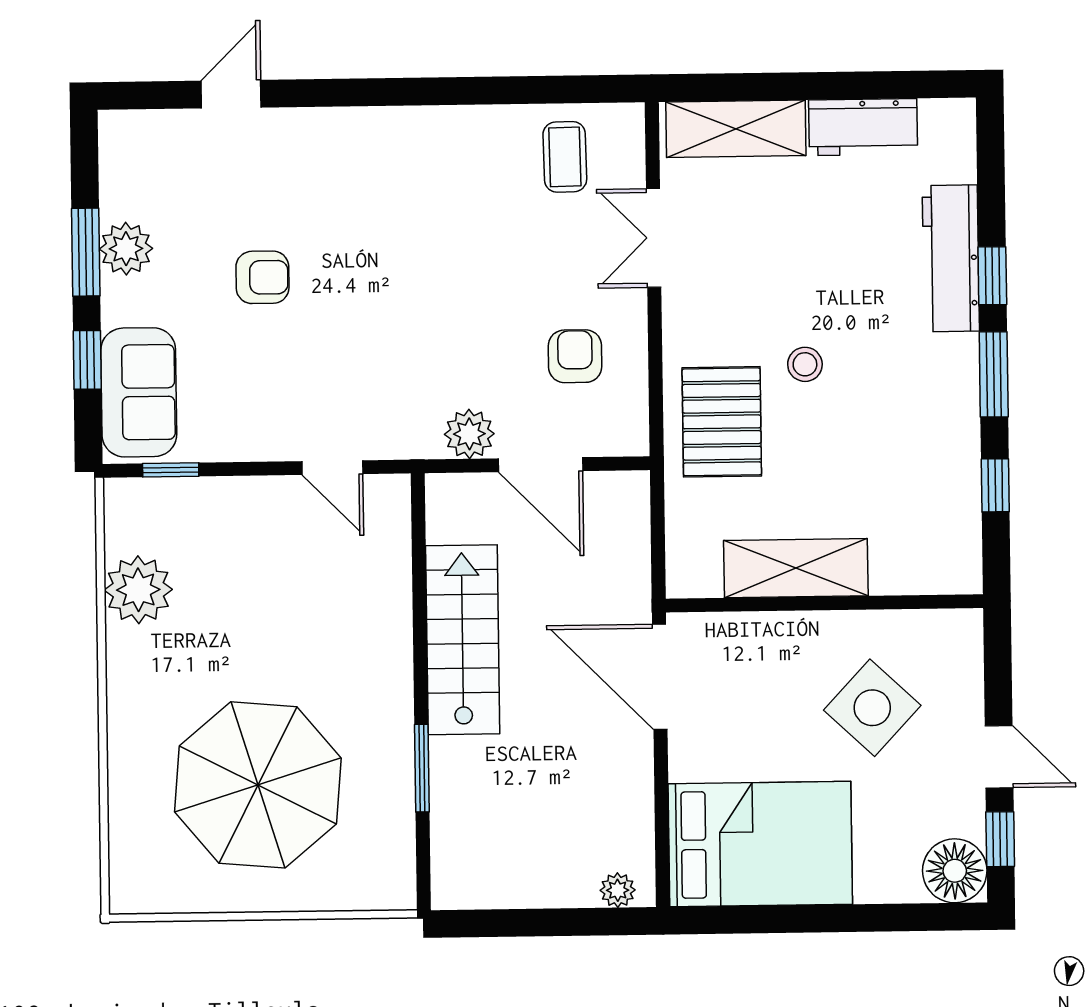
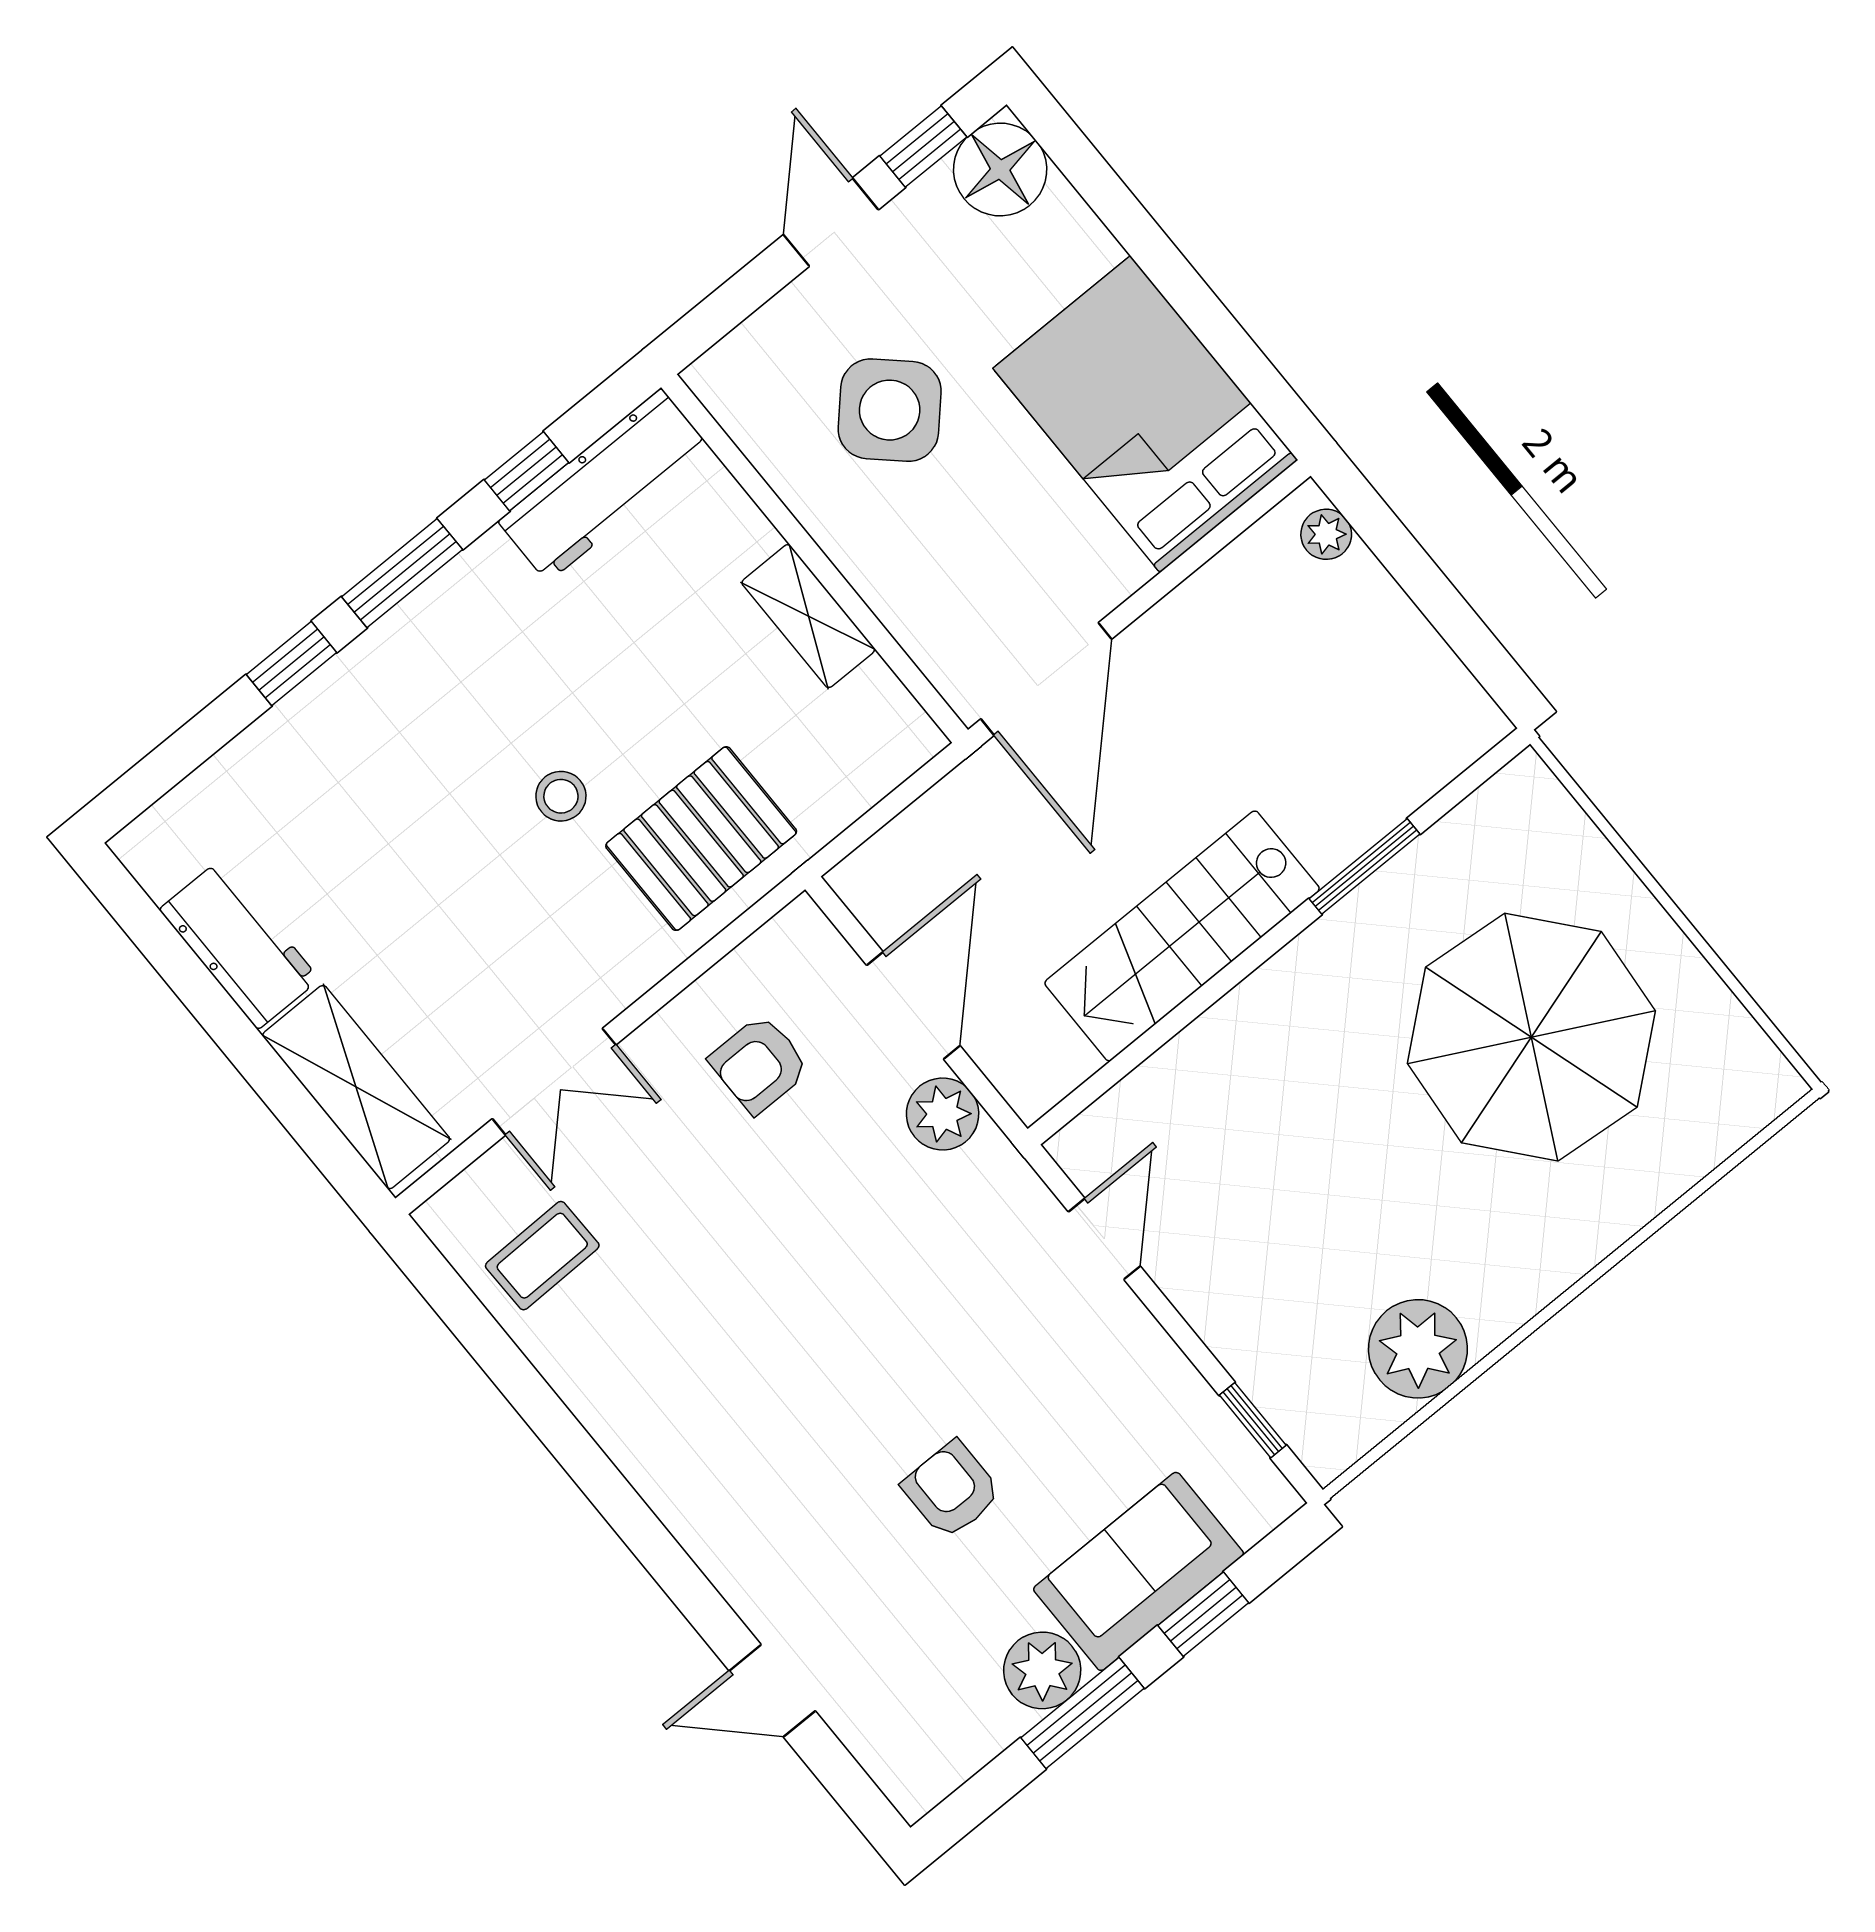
workbench: (951, 258) -> (604, 485), moved
sofa: (139, 392) -> (1139, 1571), moved
shelving: (796, 568) -> (808, 616), width x0.67, depth x0.75

